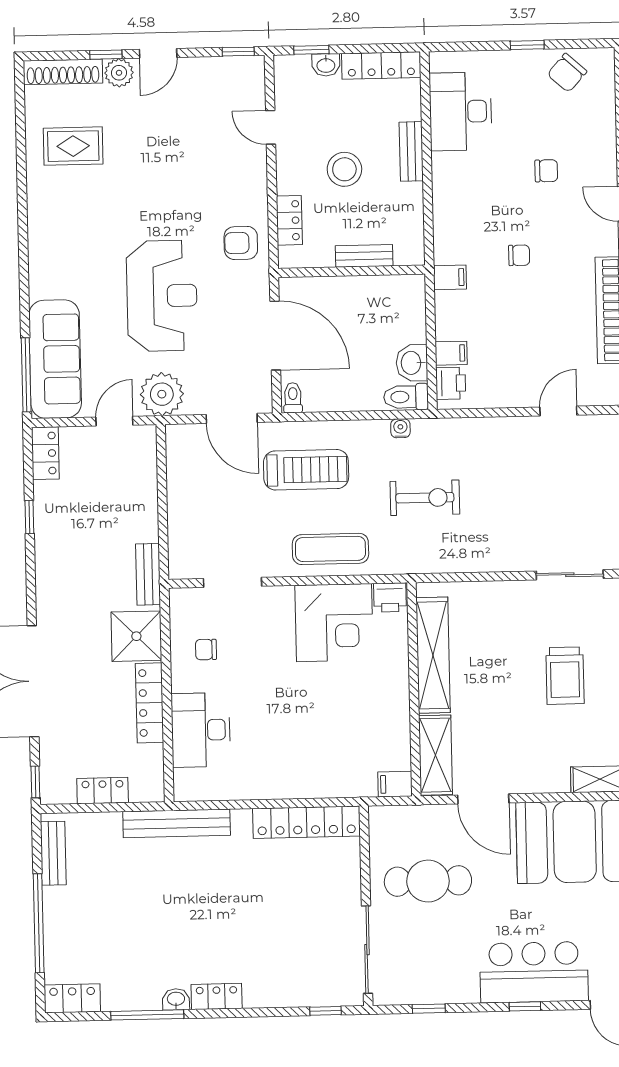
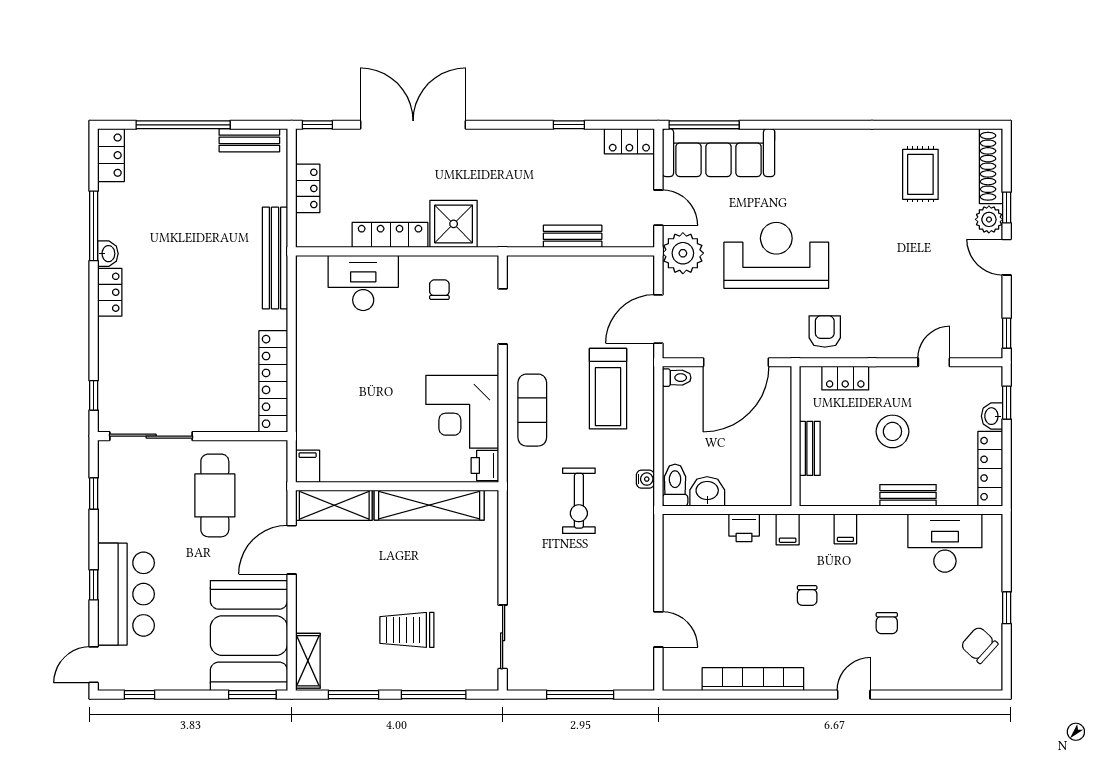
reception desk: (162, 296) -> (776, 255), turned 180
filing cabinet: (451, 353) -> (845, 529), moved
printer: (451, 383) -> (744, 528), moved
bench: (148, 574) -> (573, 236), moved

